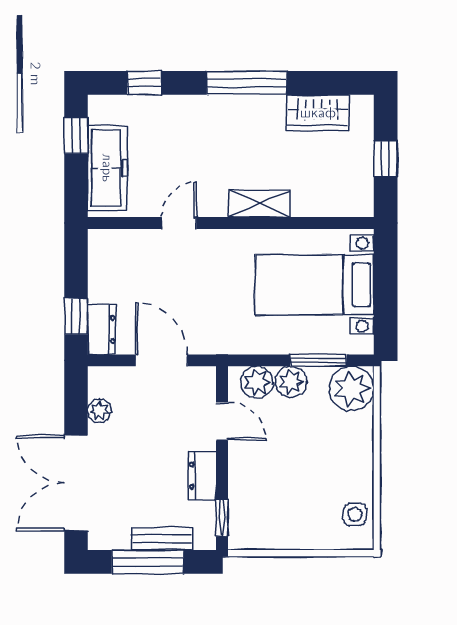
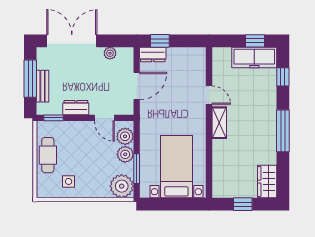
wardrobe: (318, 113) -> (267, 182), moved
freezer: (107, 168) -> (254, 57), moved
shelving: (260, 204) -> (219, 123), moved
door: (222, 422) -> (104, 118), hinge flipped
side table: (355, 514) -> (69, 181), moved
cafe table: (293, 529) -> (48, 155), added

